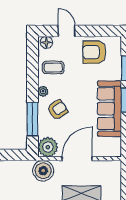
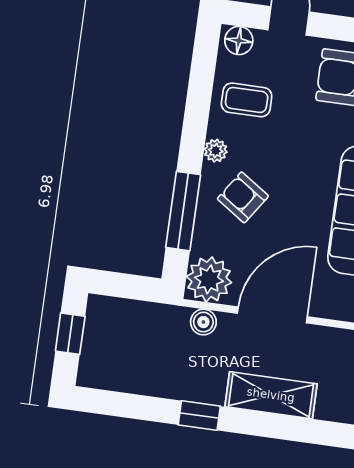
armchair: (57, 110) -> (243, 197), turned -112
boiler: (43, 171) -> (203, 322), width x0.54, depth x0.54

